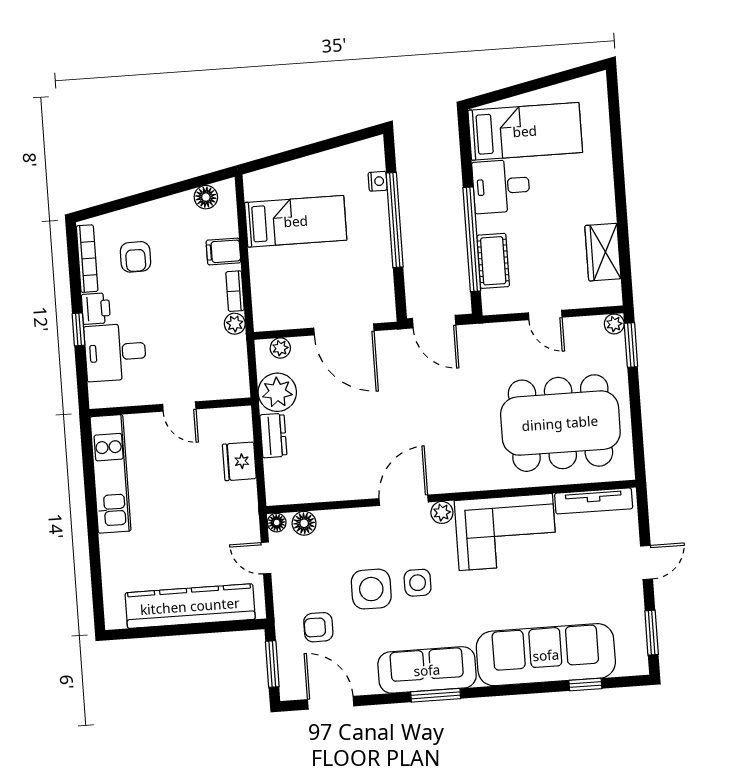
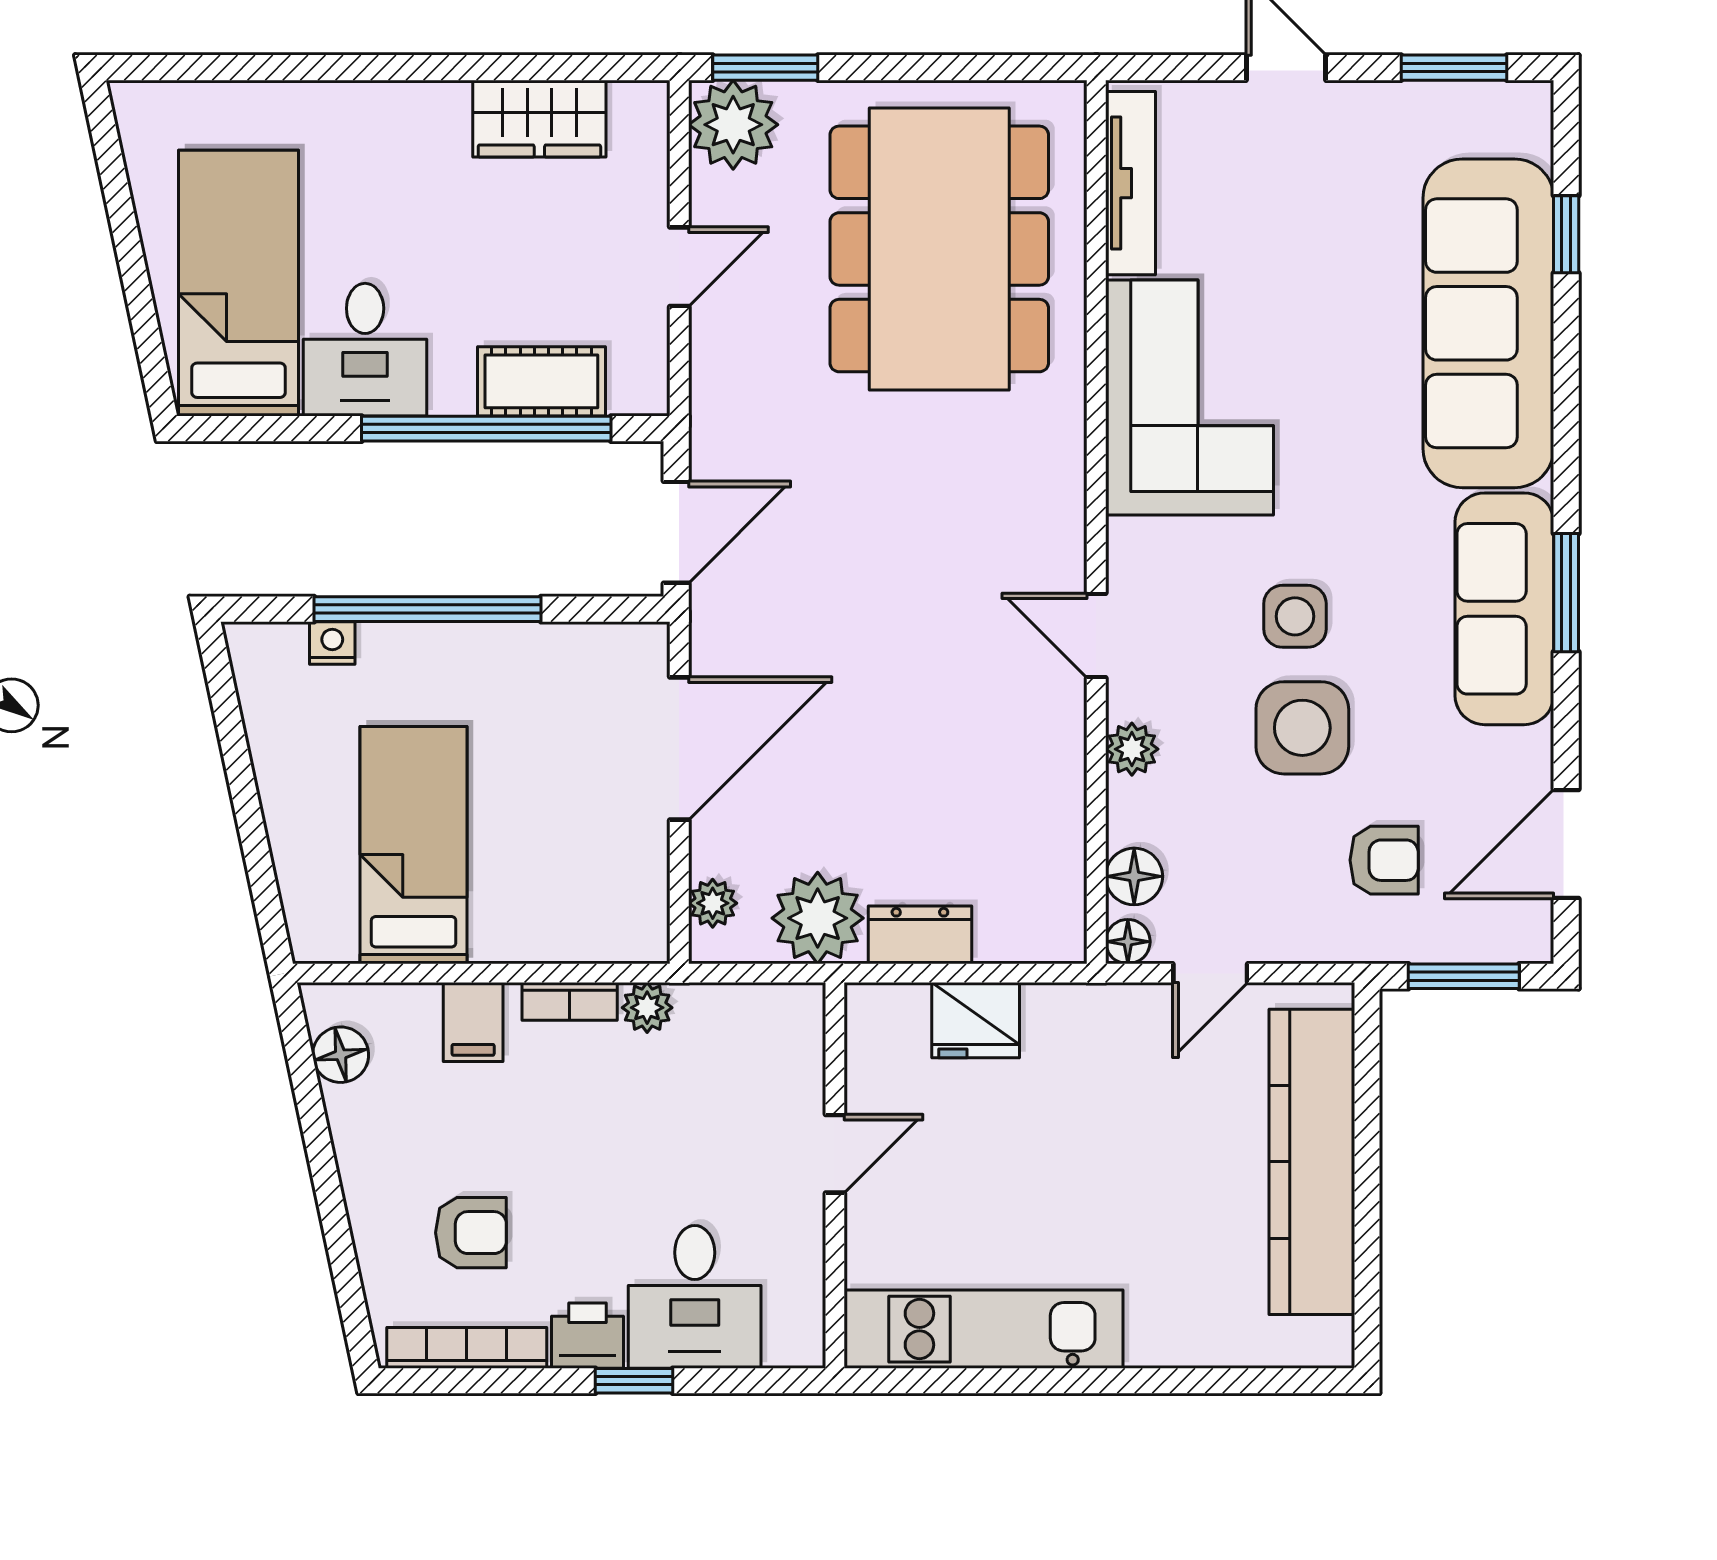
plant: (614, 324) -> (733, 125), width x1.88, depth x1.88
door: (404, 500) -> (1096, 636), width x0.73
plant: (442, 512) -> (1132, 749), moved
armchair: (318, 627) -> (1384, 860), turned -90

